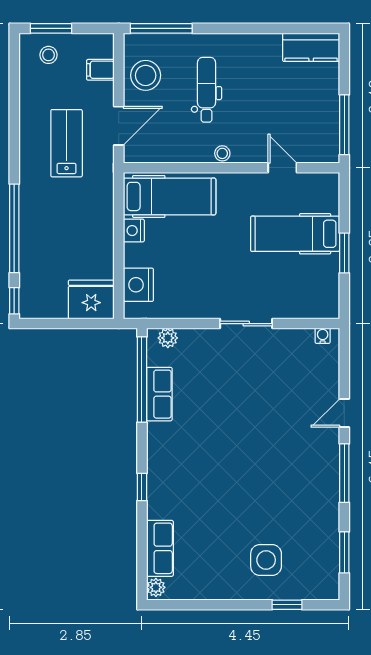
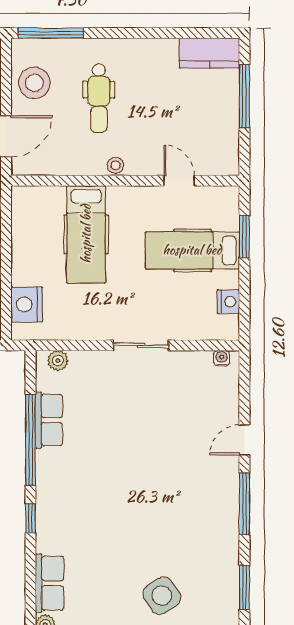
dental chair: (206, 90) -> (99, 98), turned 180
window: (344, 125) -> (244, 96), moved
hospital bed: (170, 196) -> (86, 234), moved, turned 90
nightstand: (134, 231) -> (228, 302), moved, turned 180
window: (344, 253) -> (244, 237), moved
window: (142, 380) -> (31, 440), moved
side table: (266, 560) -> (162, 596), turned -33

